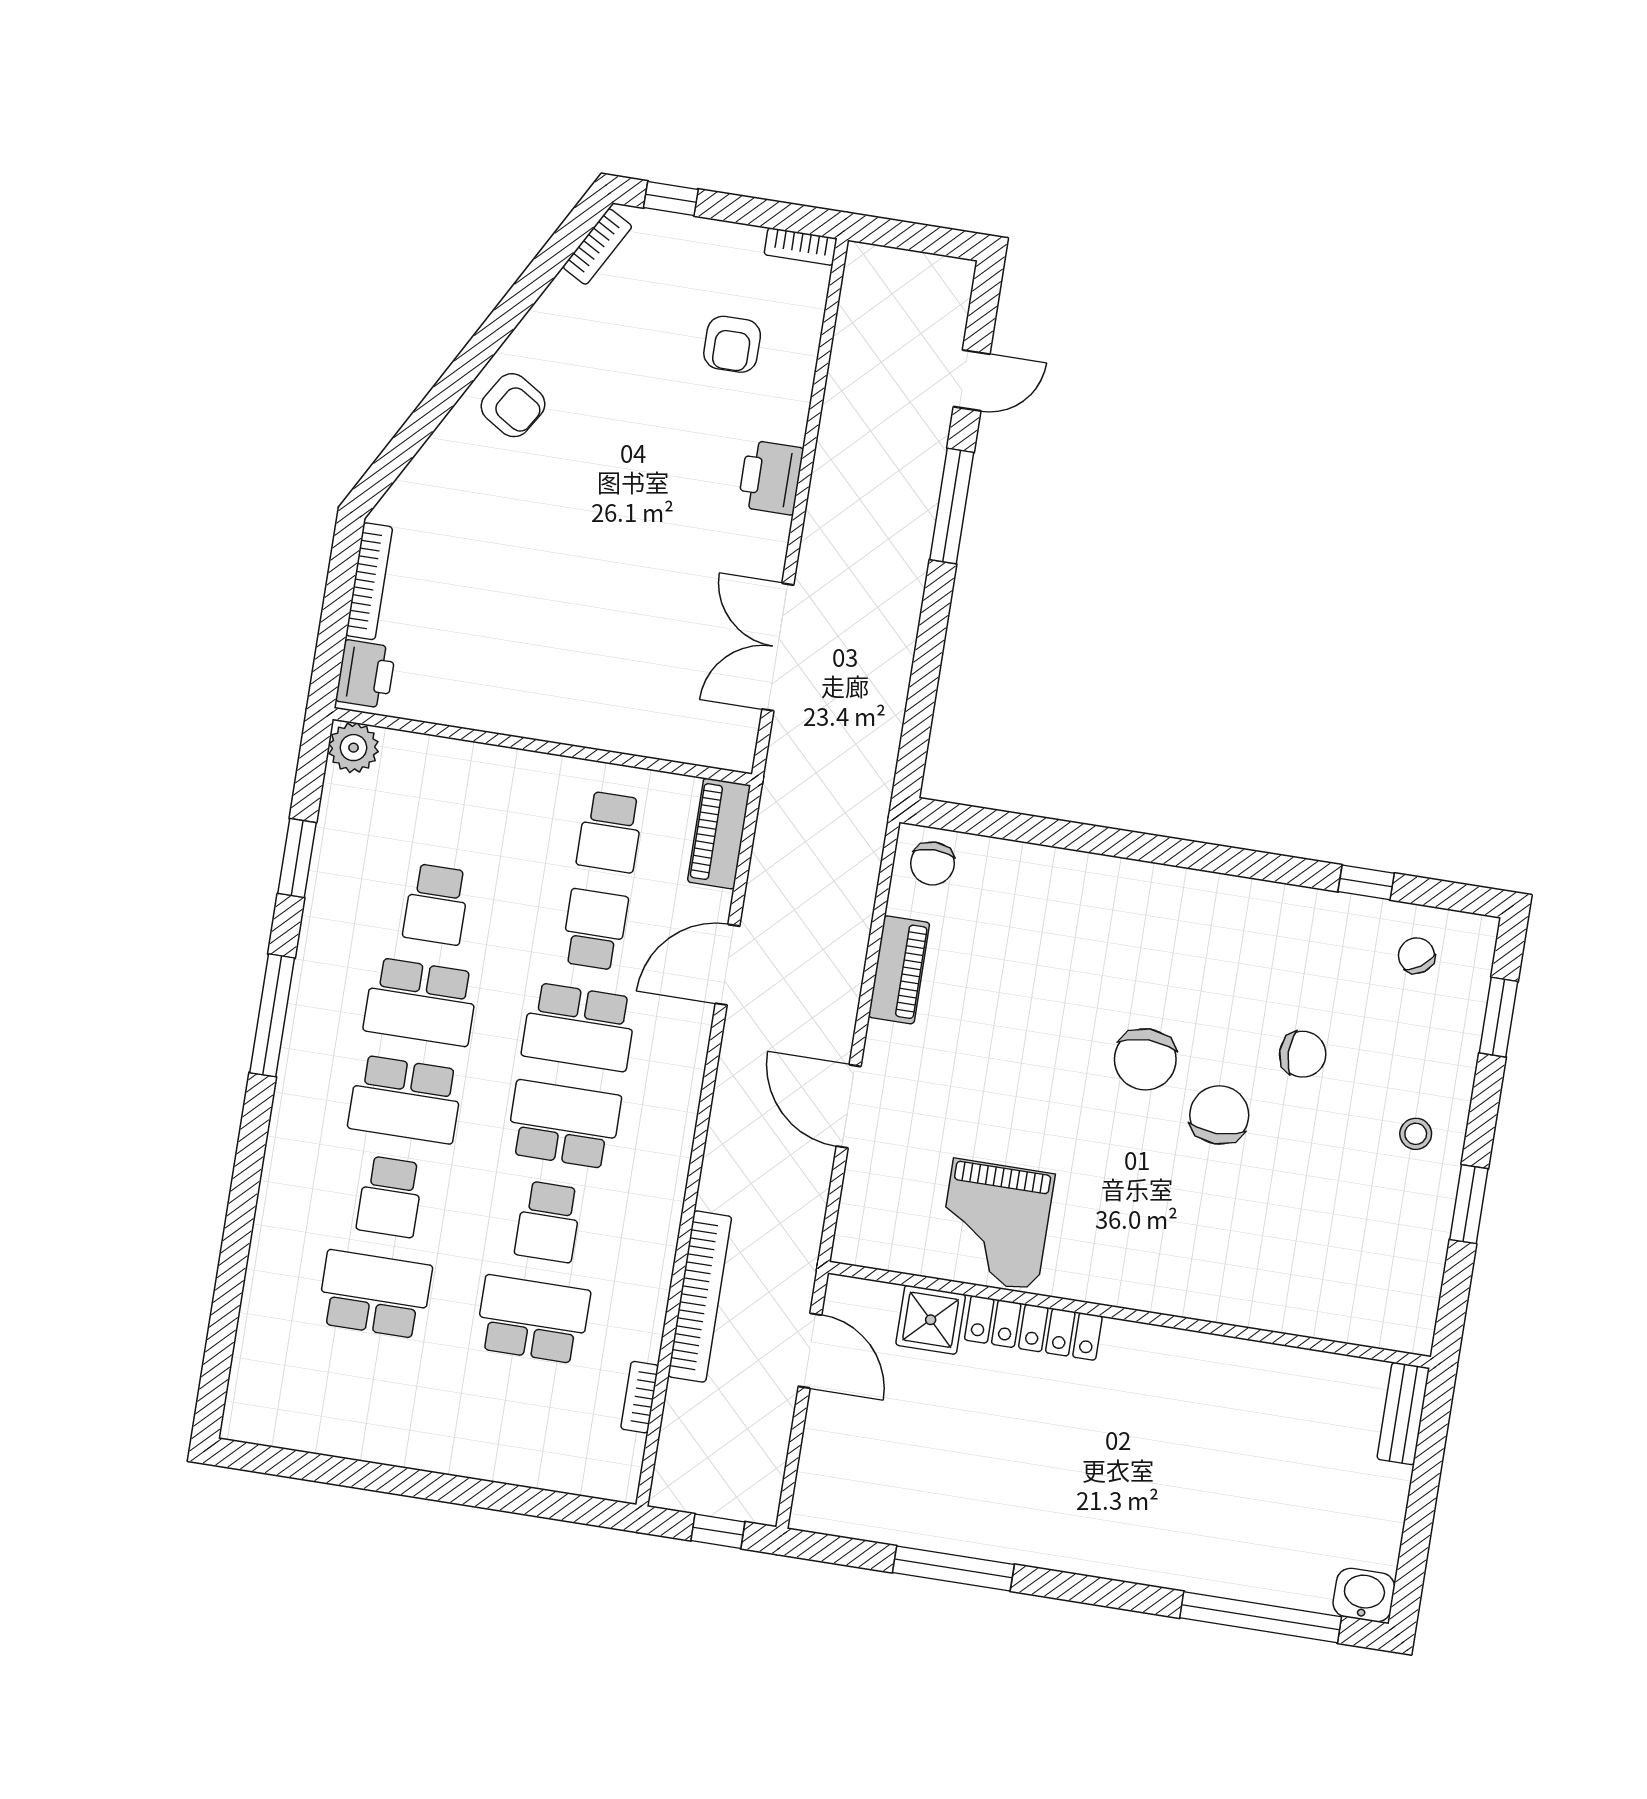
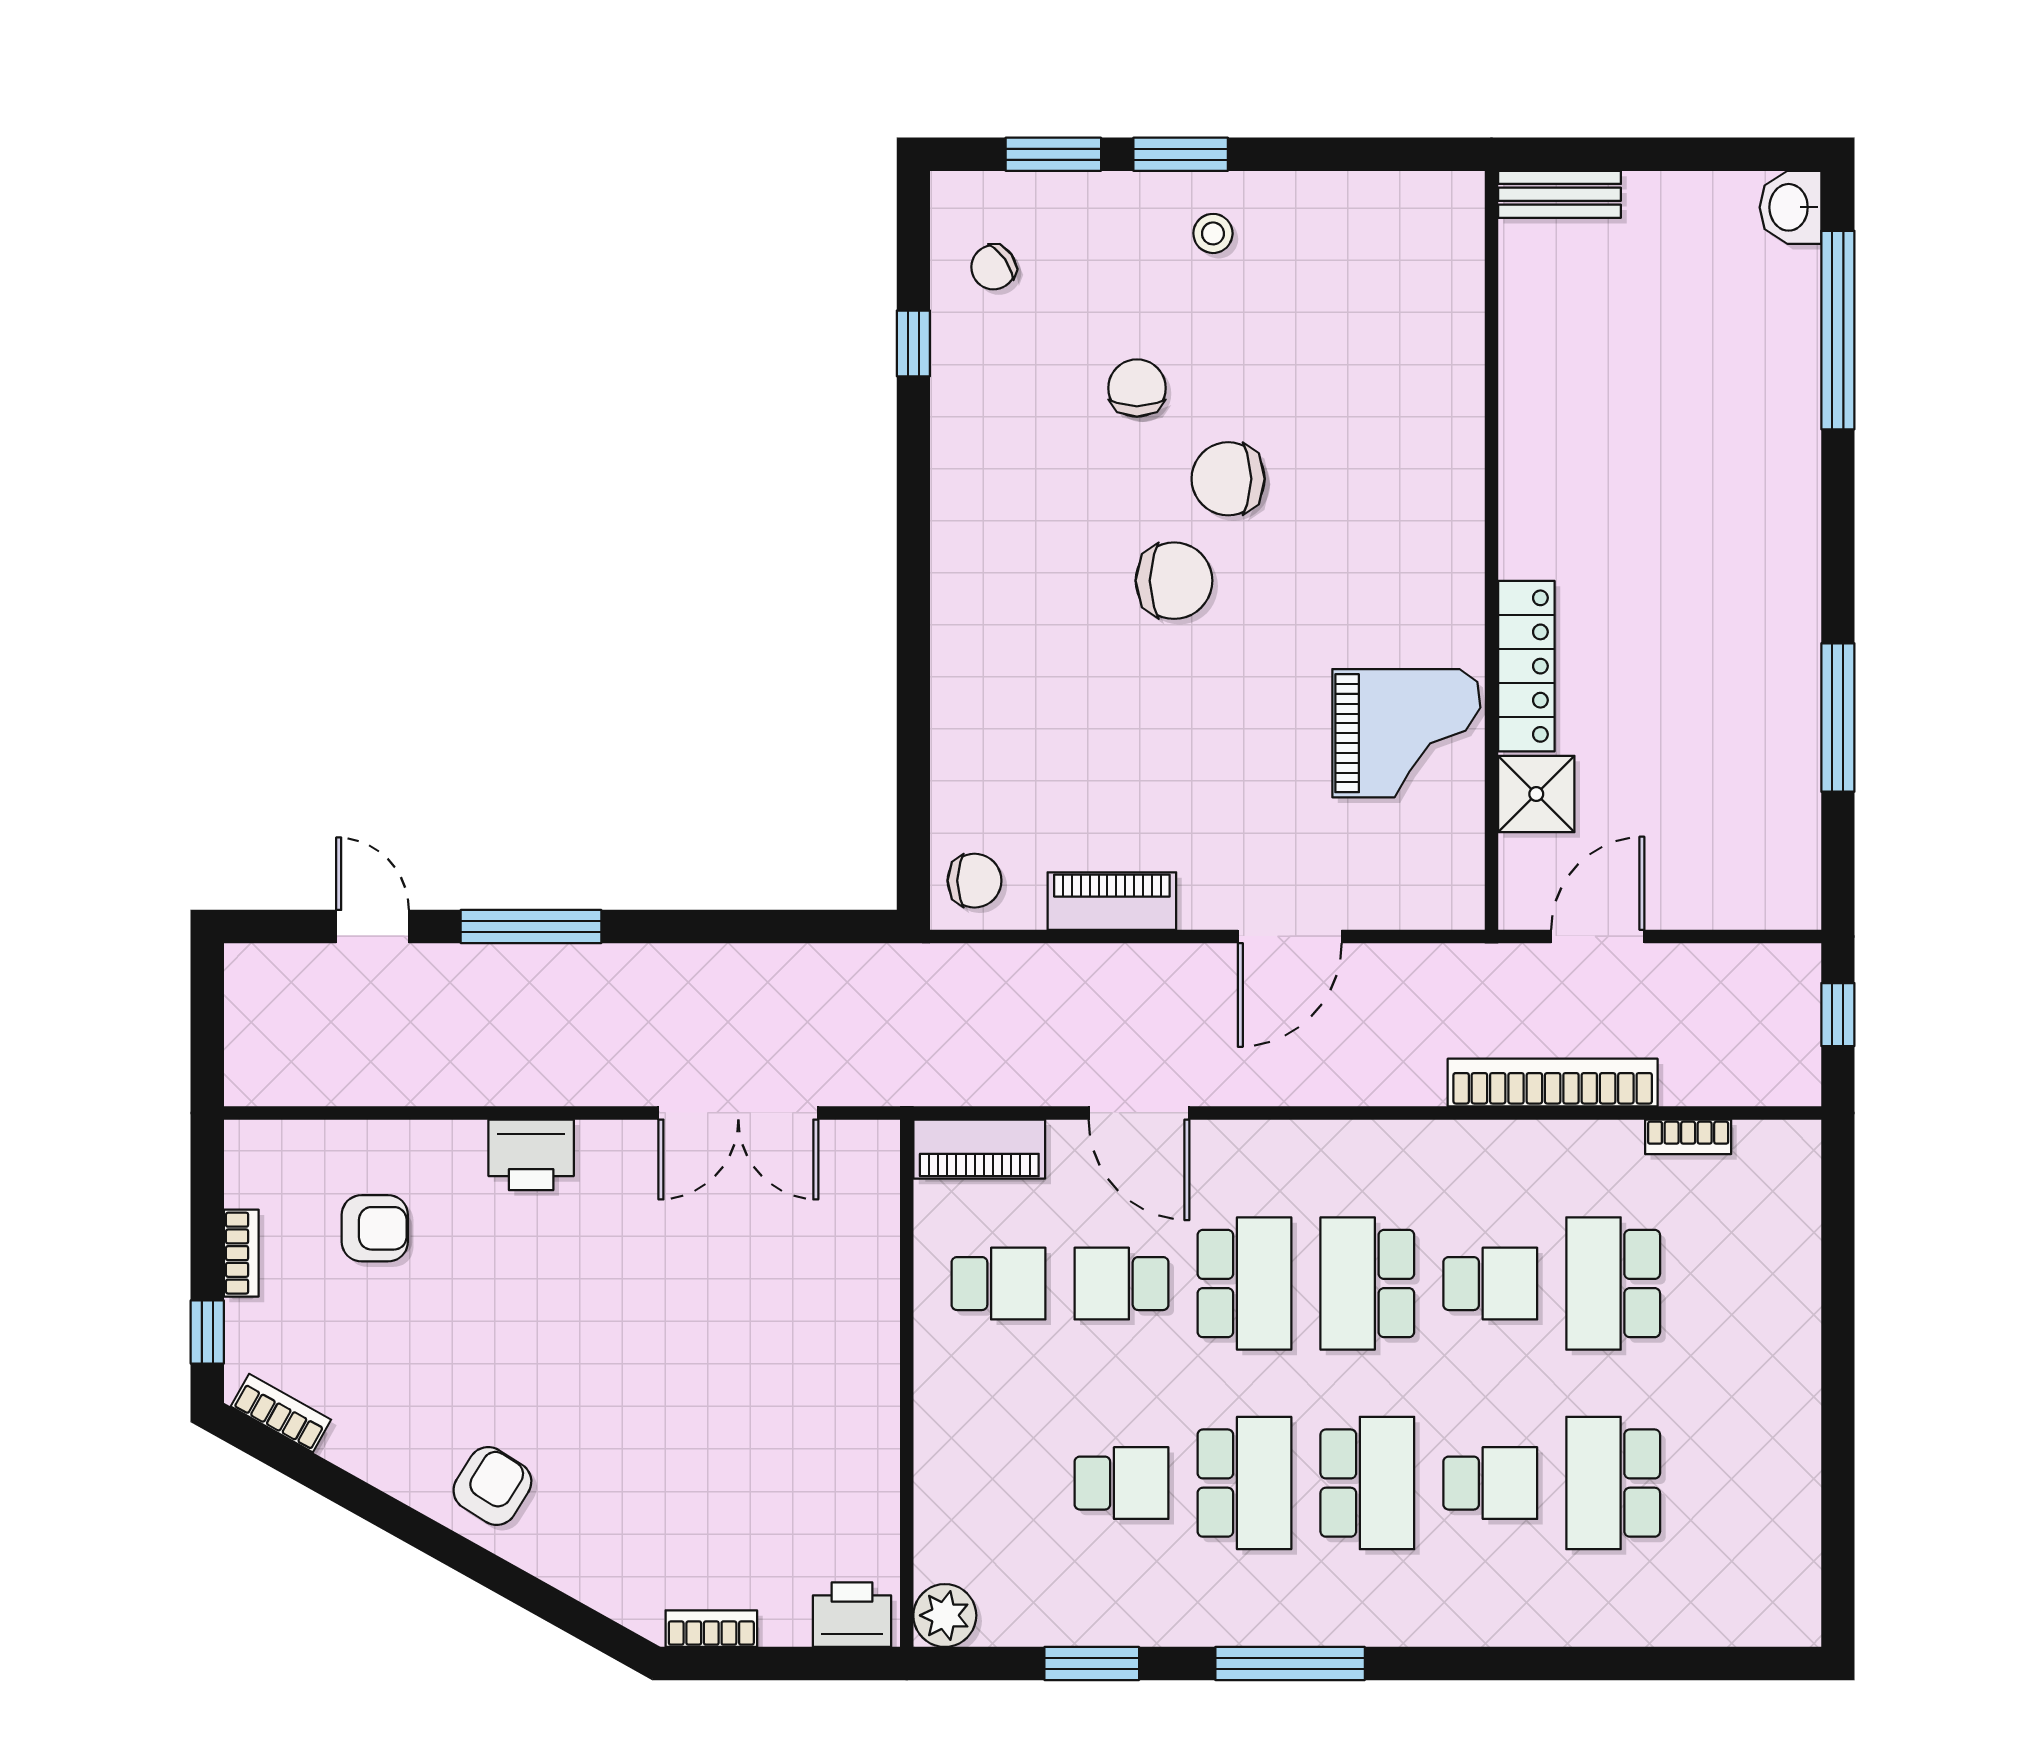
bookcase: (801, 247) -> (241, 1253), moved
bookcase: (369, 581) -> (711, 1629), width x0.64
window: (1469, 1204) -> (1181, 154), moved

